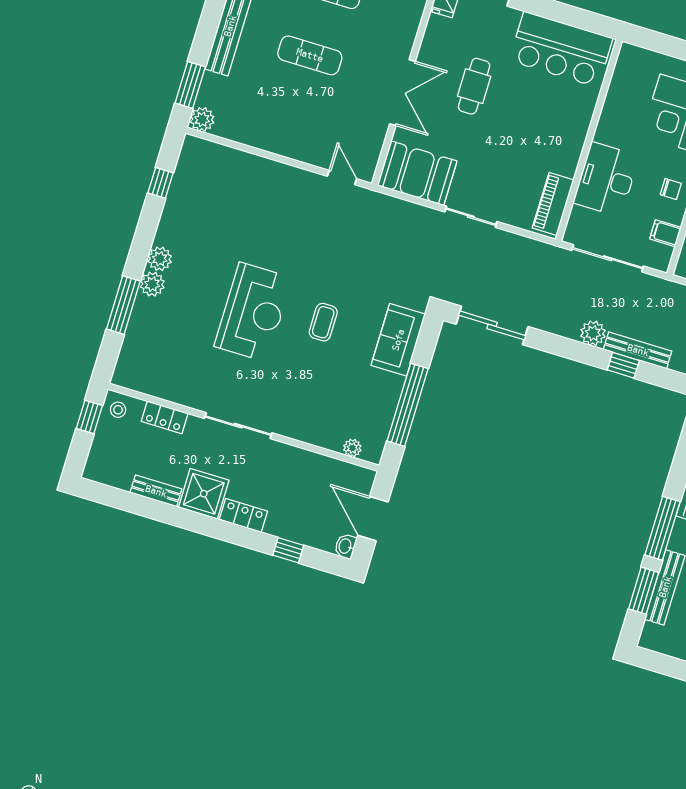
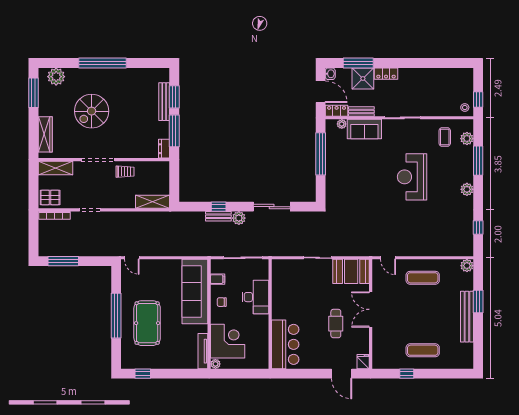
bar counter: (561, 49) -> (285, 344), moved, turned 90
exercise mat: (310, 55) -> (423, 278), moved
window: (190, 85) -> (478, 301), moved
piano: (553, 204) -> (278, 277), removed
plant: (152, 284) -> (467, 139), moved
coffee table: (323, 322) -> (445, 137), moved
sliding door: (492, 325) -> (272, 207), moved
sofa: (398, 340) -> (364, 129), moved, turned 90
bench: (638, 350) -> (218, 216), width x0.73
locker: (165, 417) -> (337, 111), moved
bench: (156, 491) -> (361, 112), moved
shower: (204, 494) -> (363, 78), moved
window: (288, 550) -> (358, 63), width x2.17

